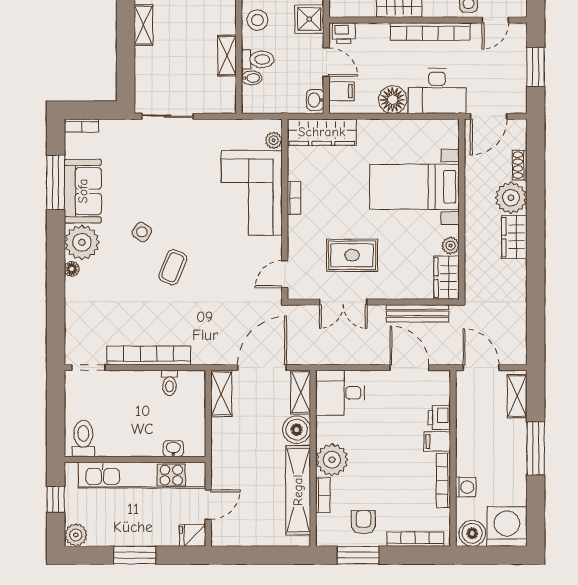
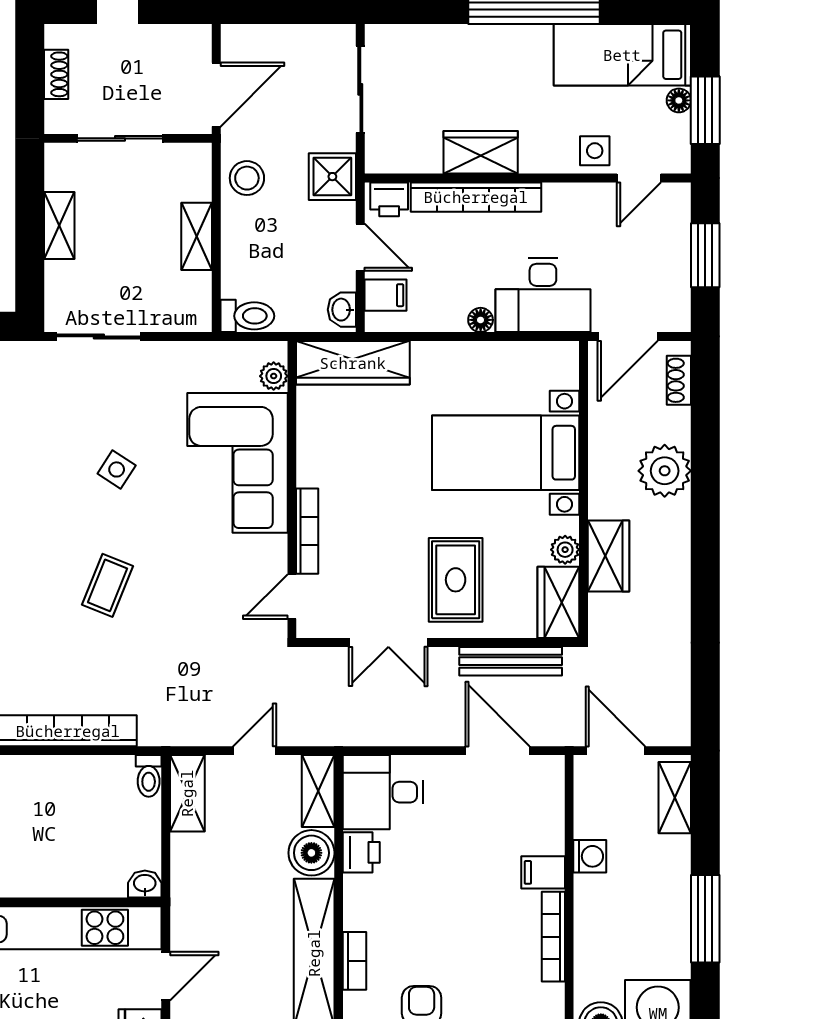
shelving: (143, 25) -> (59, 226), moved
bookcase: (430, 32) -> (476, 197), moved
toilet: (258, 59) -> (247, 316), moved
bidet: (252, 78) -> (237, 273), removed
floor lamp: (393, 100) -> (481, 320), width x0.53, depth x0.53
shoe rack: (520, 165) -> (679, 380), moved
bookcase: (294, 198) -> (307, 531), moved, width x1.56
side table: (142, 232) -> (117, 469), moved
wardrobe: (514, 237) -> (609, 556), moved, turned 180
rug: (352, 255) -> (456, 580), moved, turned 90
door: (262, 368) -> (255, 751), width x0.53
toilet: (169, 383) -> (149, 776), moved
printer: (439, 418) -> (361, 852), moved, turned 180
window: (536, 448) -> (705, 919), moved
washbasin: (173, 449) -> (145, 884), moved
plant: (332, 460) -> (370, 902), removed
washing machine: (466, 487) -> (590, 856), moved

